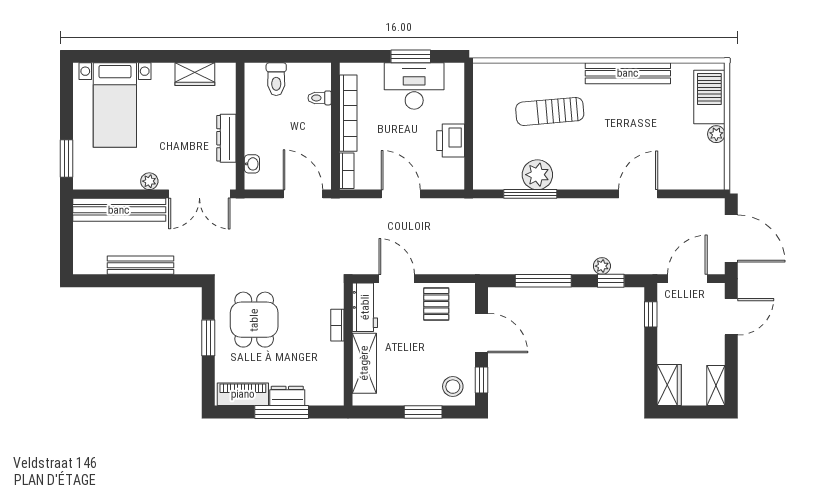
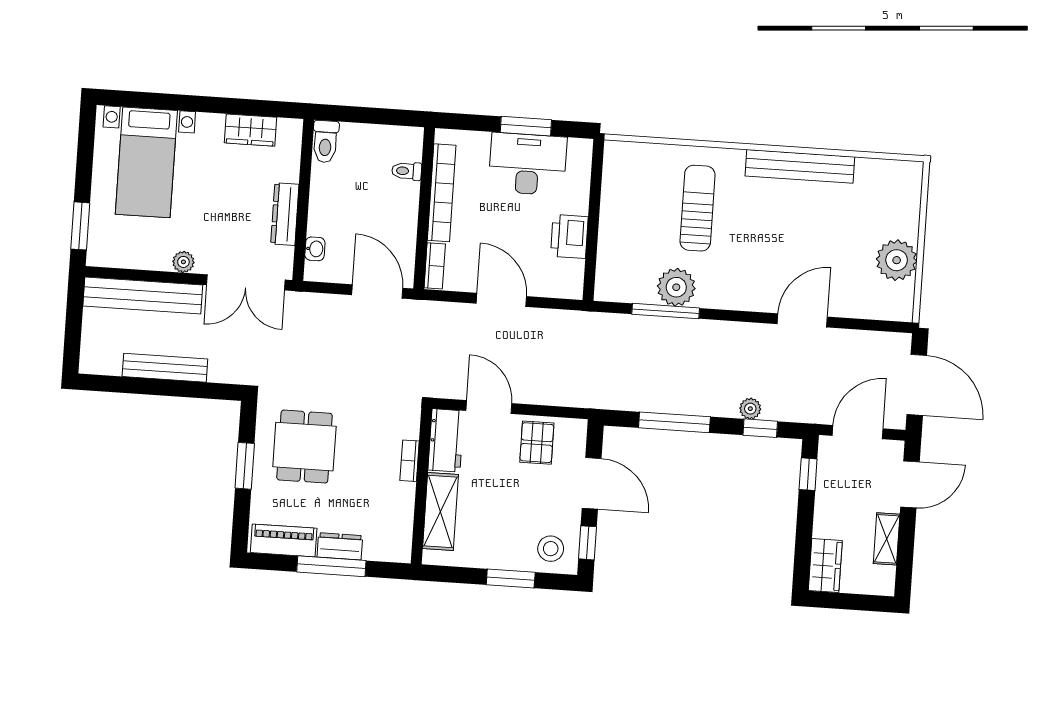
toilet: (276, 79) -> (325, 142), moved
barbecue: (709, 97) -> (901, 204), removed
sun lounger: (550, 111) -> (698, 208), turned 95
plant: (716, 134) -> (897, 260), width x1.87, depth x1.87
shelving: (716, 386) -> (887, 539), moved

